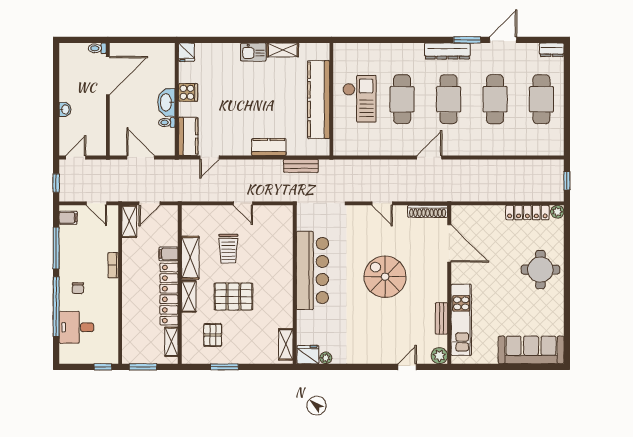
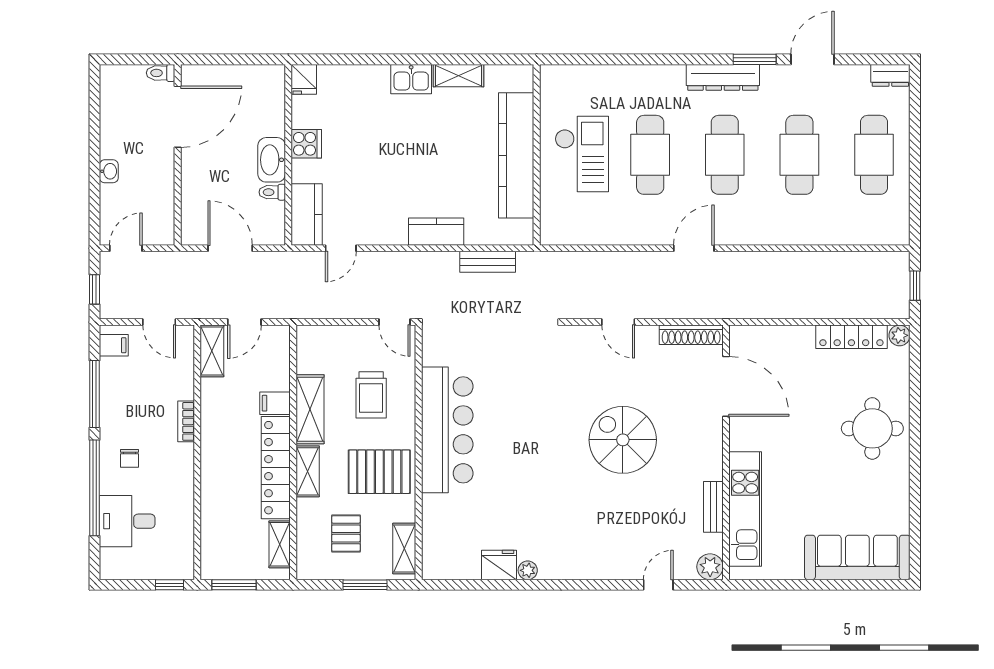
bar counter: (312, 270) -> (447, 430), moved
wall: (295, 285) -> (419, 452), moved
shelving: (286, 344) -> (404, 548), moved

